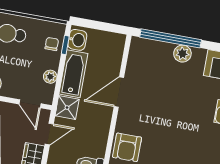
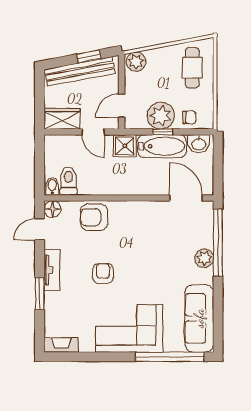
window: (65, 45) -> (163, 132), moved
plant: (50, 77) -> (161, 116), width x1.88, depth x1.88
door: (119, 92) -> (186, 198), moved
armchair: (180, 148) -> (103, 273), added

